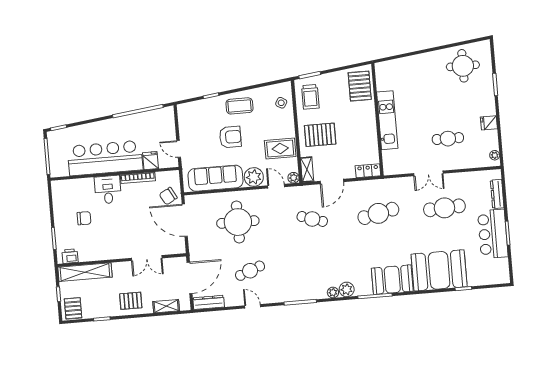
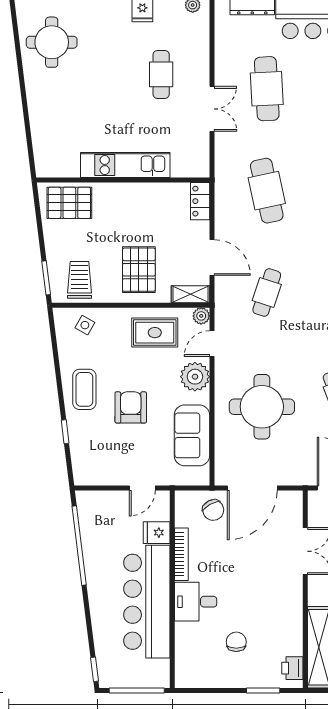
trolley: (310, 97) -> (80, 280), turned -90
rug: (280, 149) -> (155, 333), turned 90
sofa: (216, 178) -> (192, 435), width x0.73

